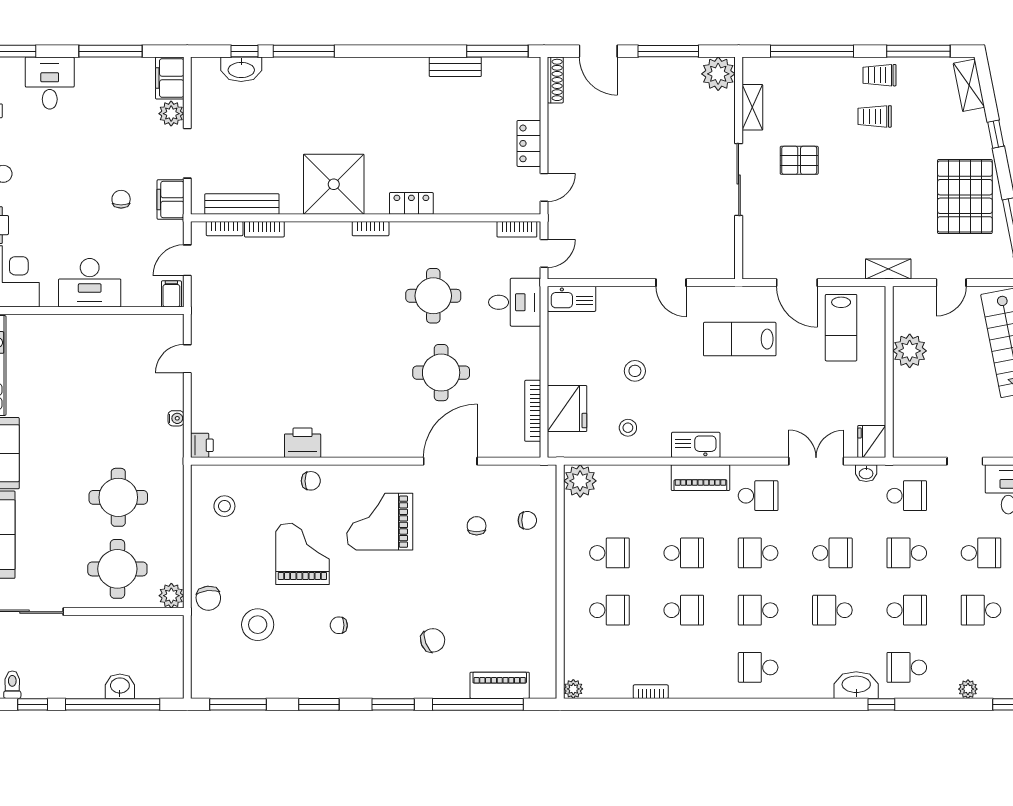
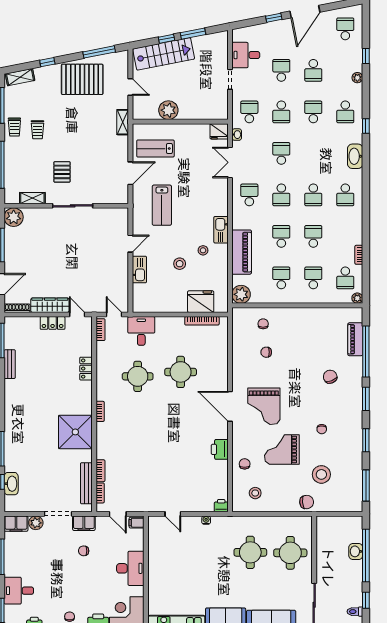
wardrobe: (561, 139) -> (50, 305), added
locker: (411, 203) -> (86, 369), moved
kitchen sink: (572, 299) -> (139, 269), moved
lab bench: (841, 328) -> (155, 149), turned 180
stool: (628, 428) -> (203, 250), moved
door: (450, 461) -> (230, 406), moved
piano: (700, 478) -> (242, 252), moved, width x1.37, depth x1.33
chair: (311, 481) -> (245, 464), moved
plant: (171, 596) -> (305, 523), removed
school desk: (832, 610) -> (345, 278), moved
washbasin: (856, 685) -> (355, 156), moved

